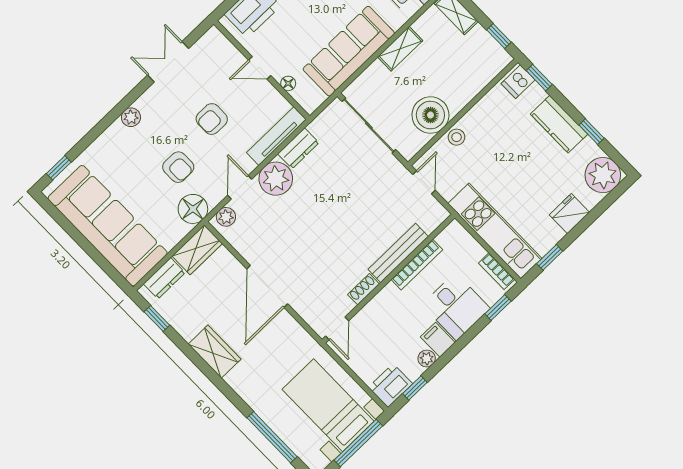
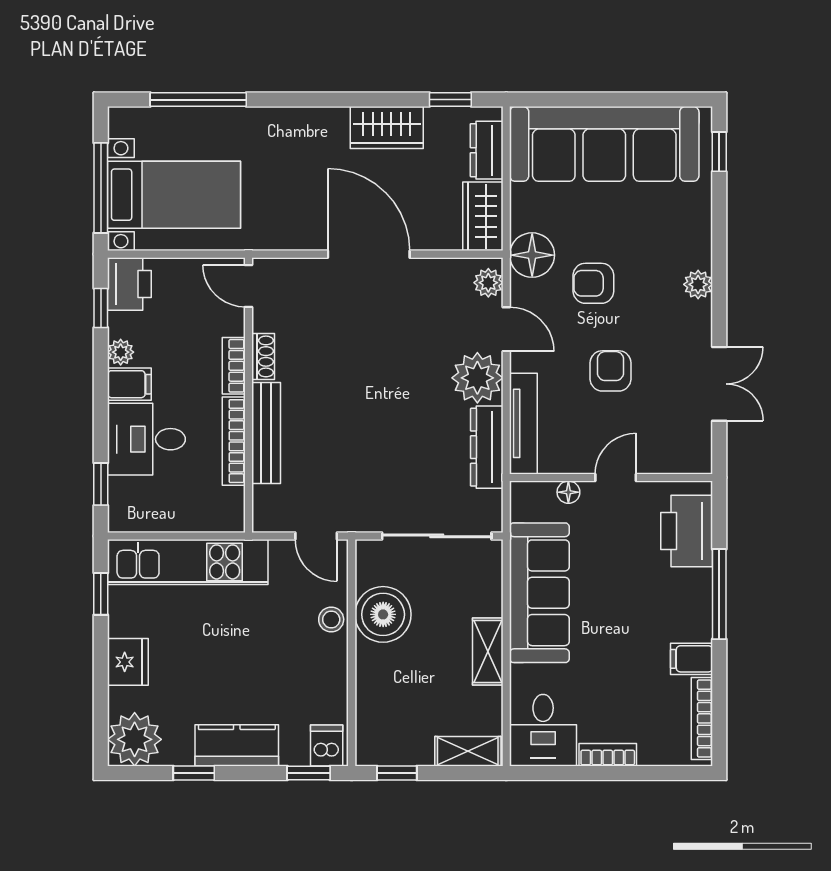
dresser: (298, 148) -> (487, 447), width x1.44
bookcase: (497, 271) -> (234, 366), moved, turned -90
wardrobe: (215, 352) -> (387, 127), moved

